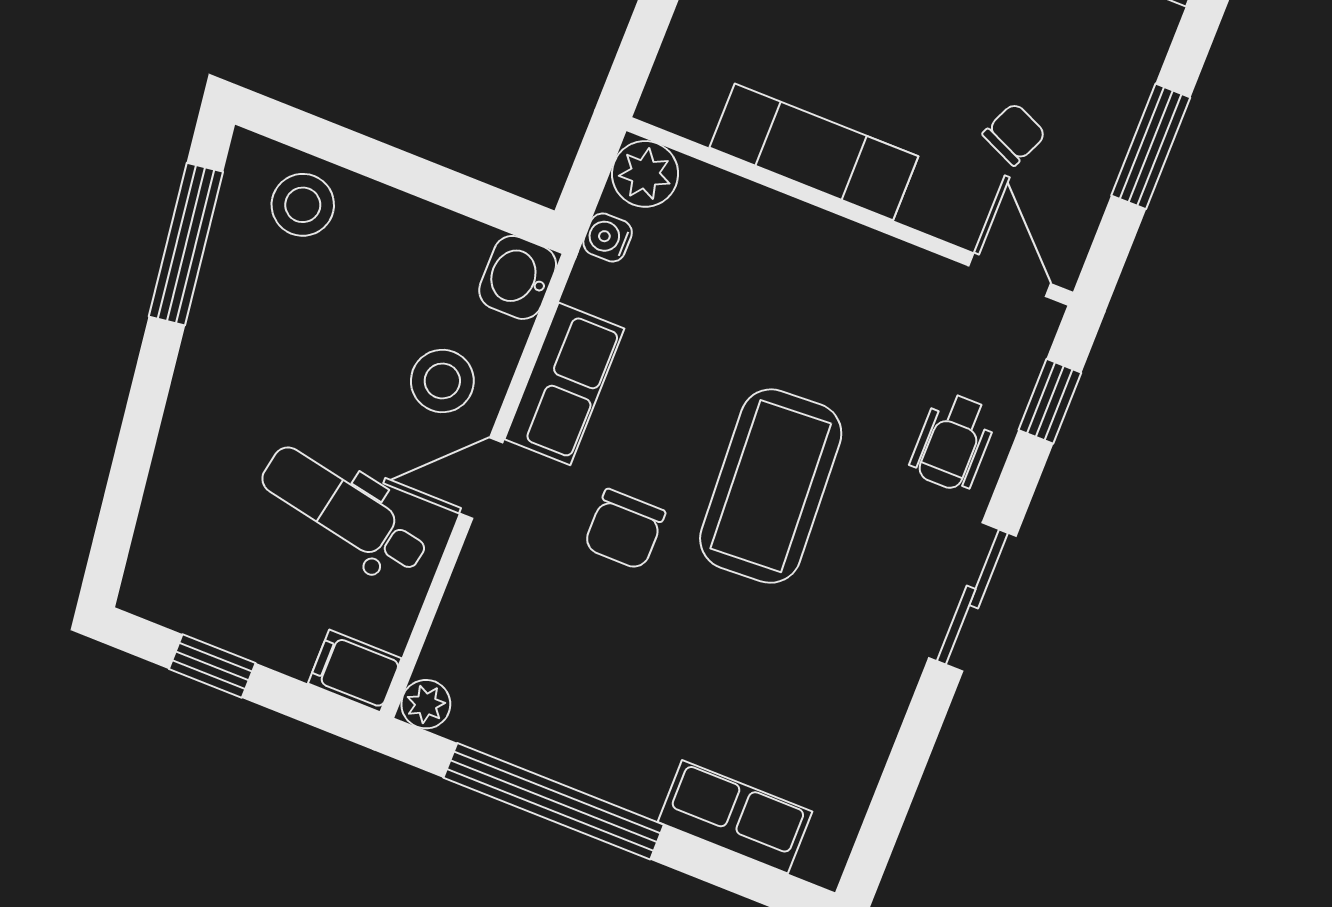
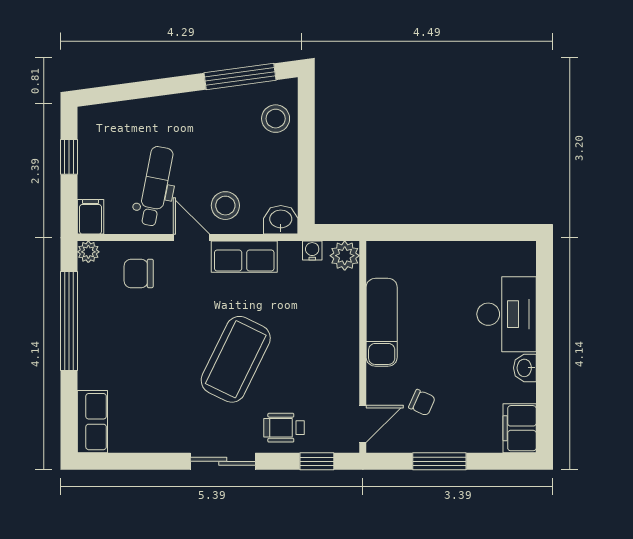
coffee table: (771, 486) -> (236, 359), turned -61
chair: (624, 529) -> (139, 273), moved
row of seats: (735, 817) -> (92, 422), moved

